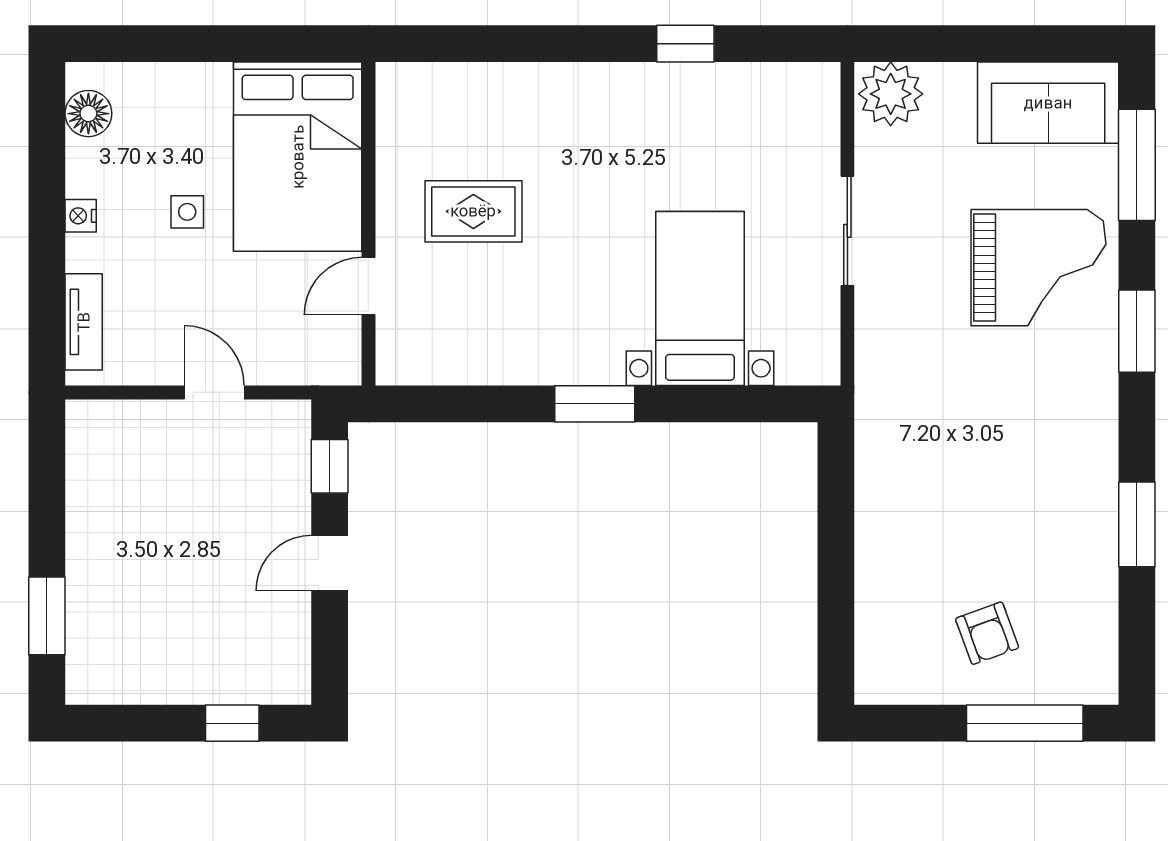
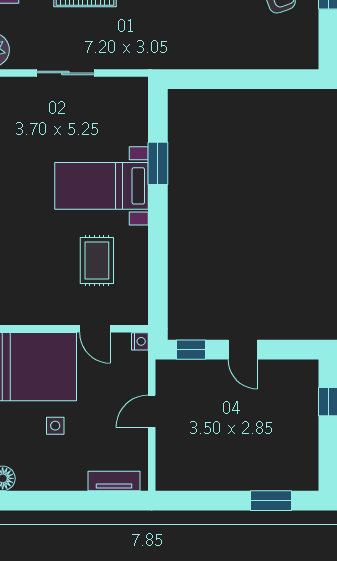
rug: (473, 211) -> (97, 260), moved
nightstand: (81, 216) -> (140, 341), moved, turned -90
bed with nightstands: (700, 299) -> (102, 186), moved
window: (595, 404) -> (158, 163), moved

